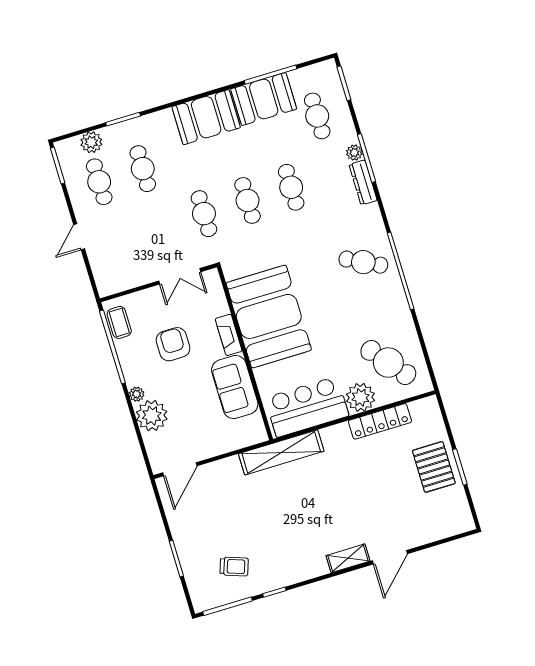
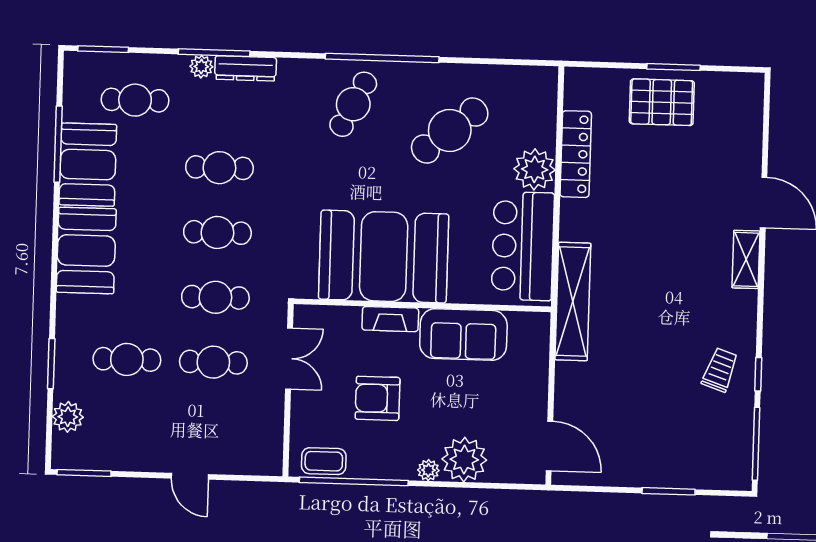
cafe table: (99, 182) -> (213, 362), moved
cafe table: (388, 362) -> (450, 130), moved
trolley: (234, 567) -> (720, 370), moved

